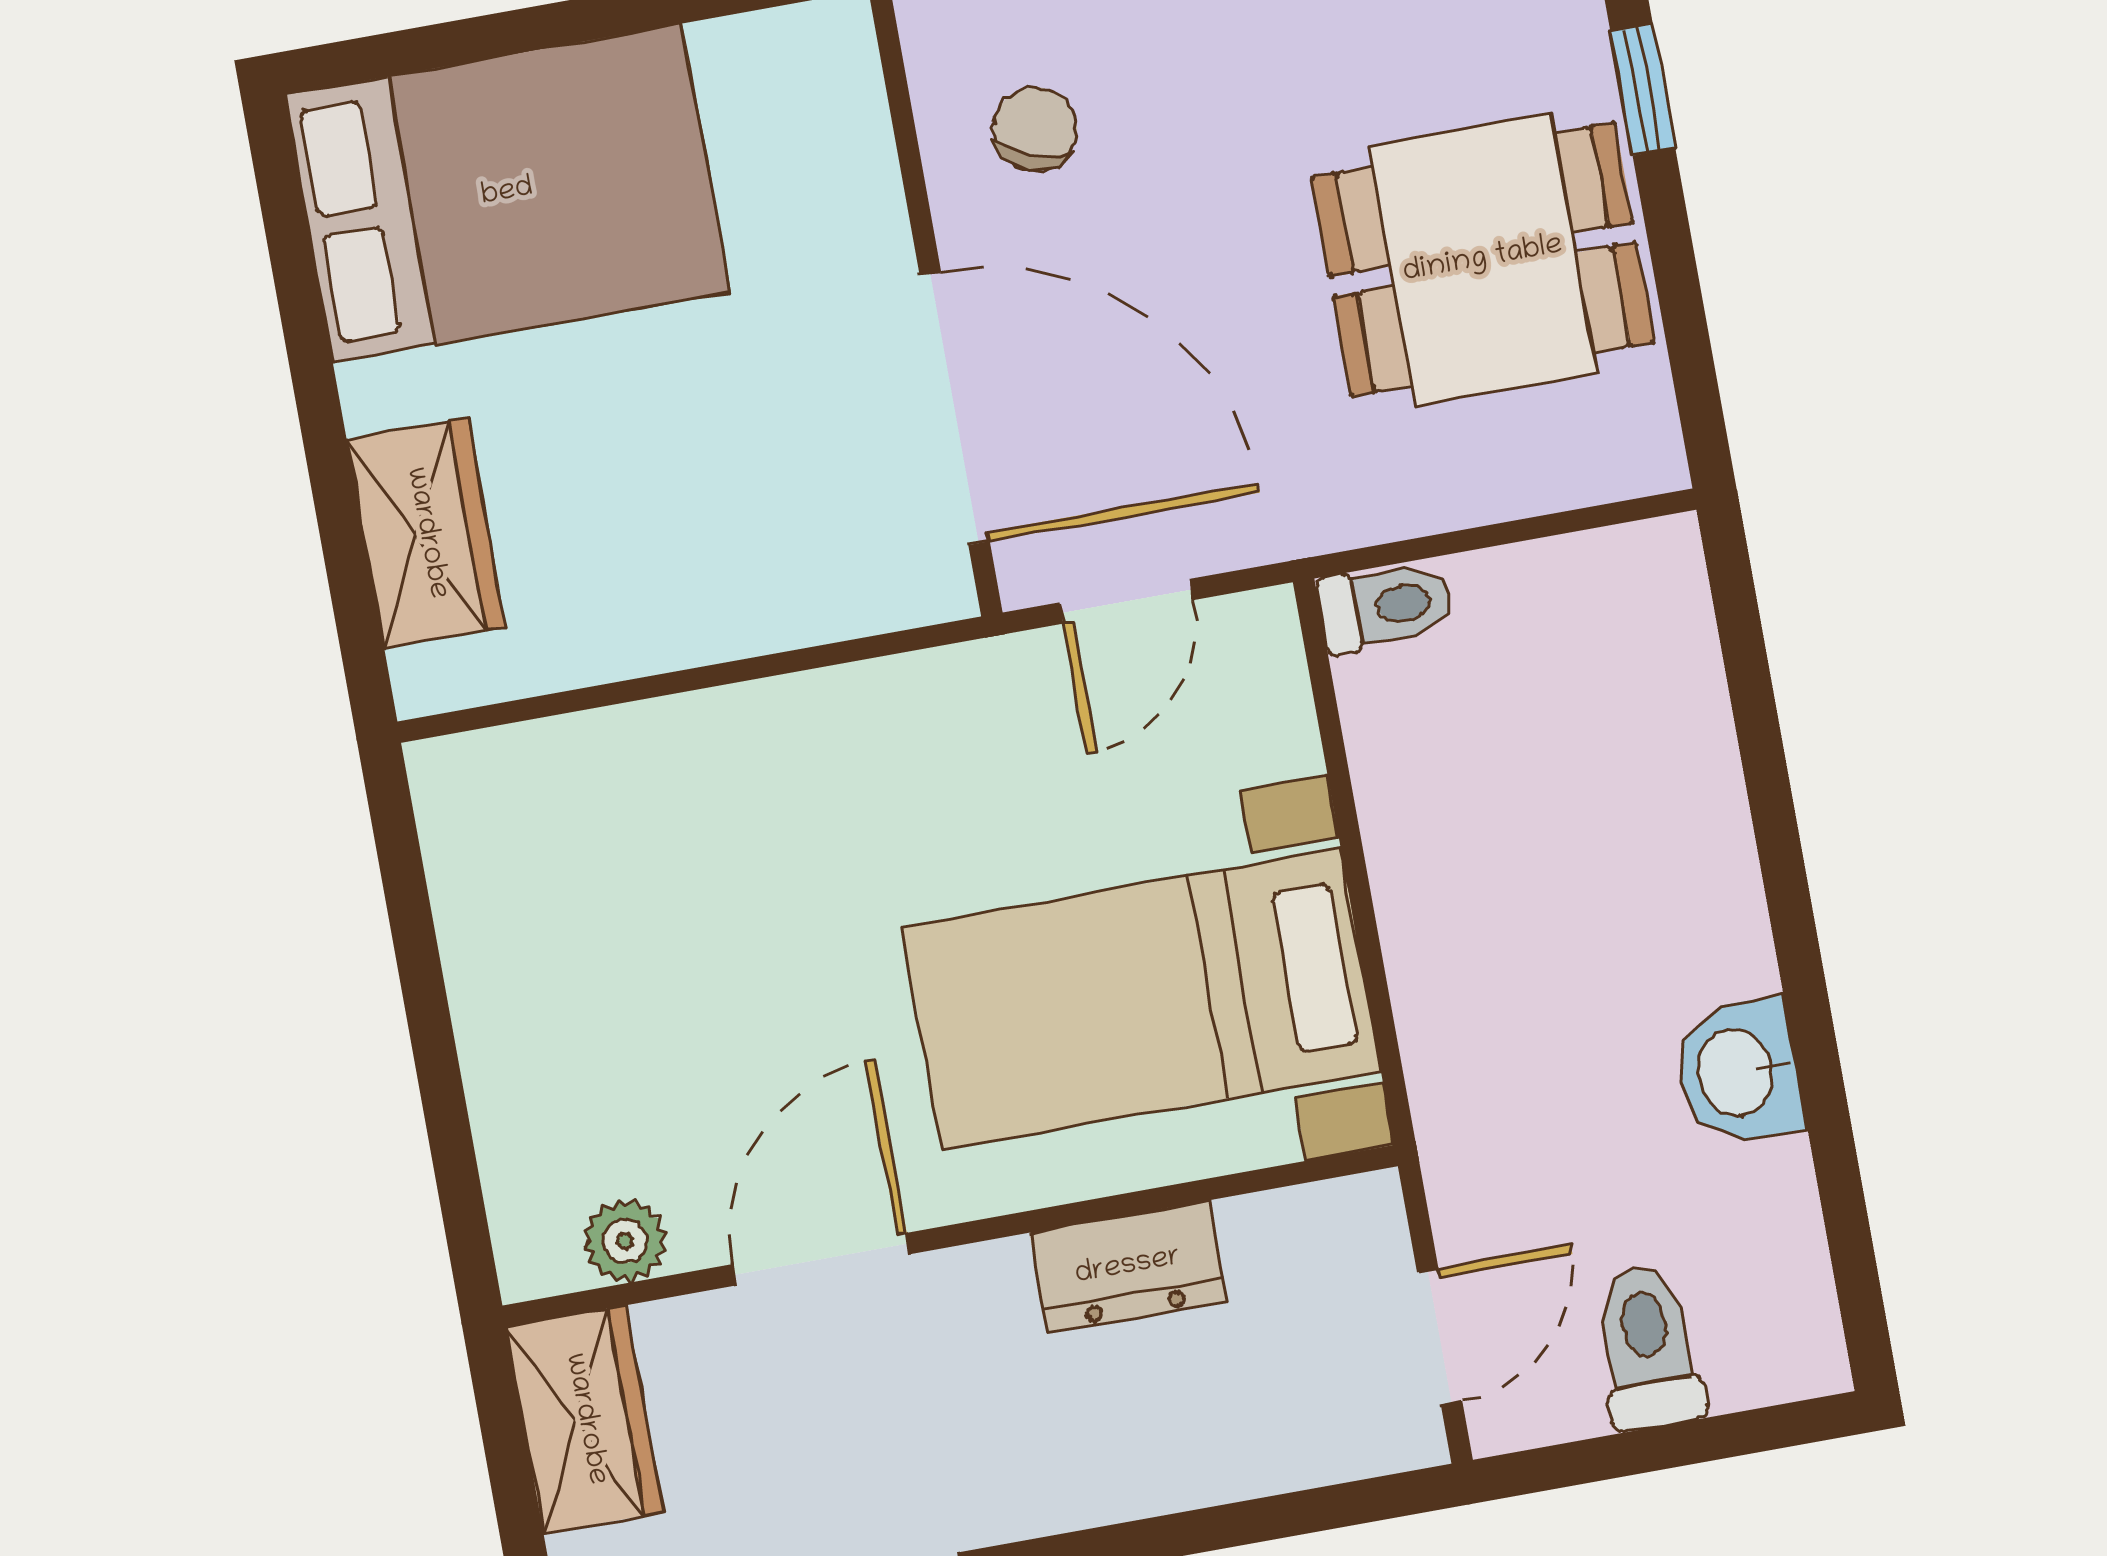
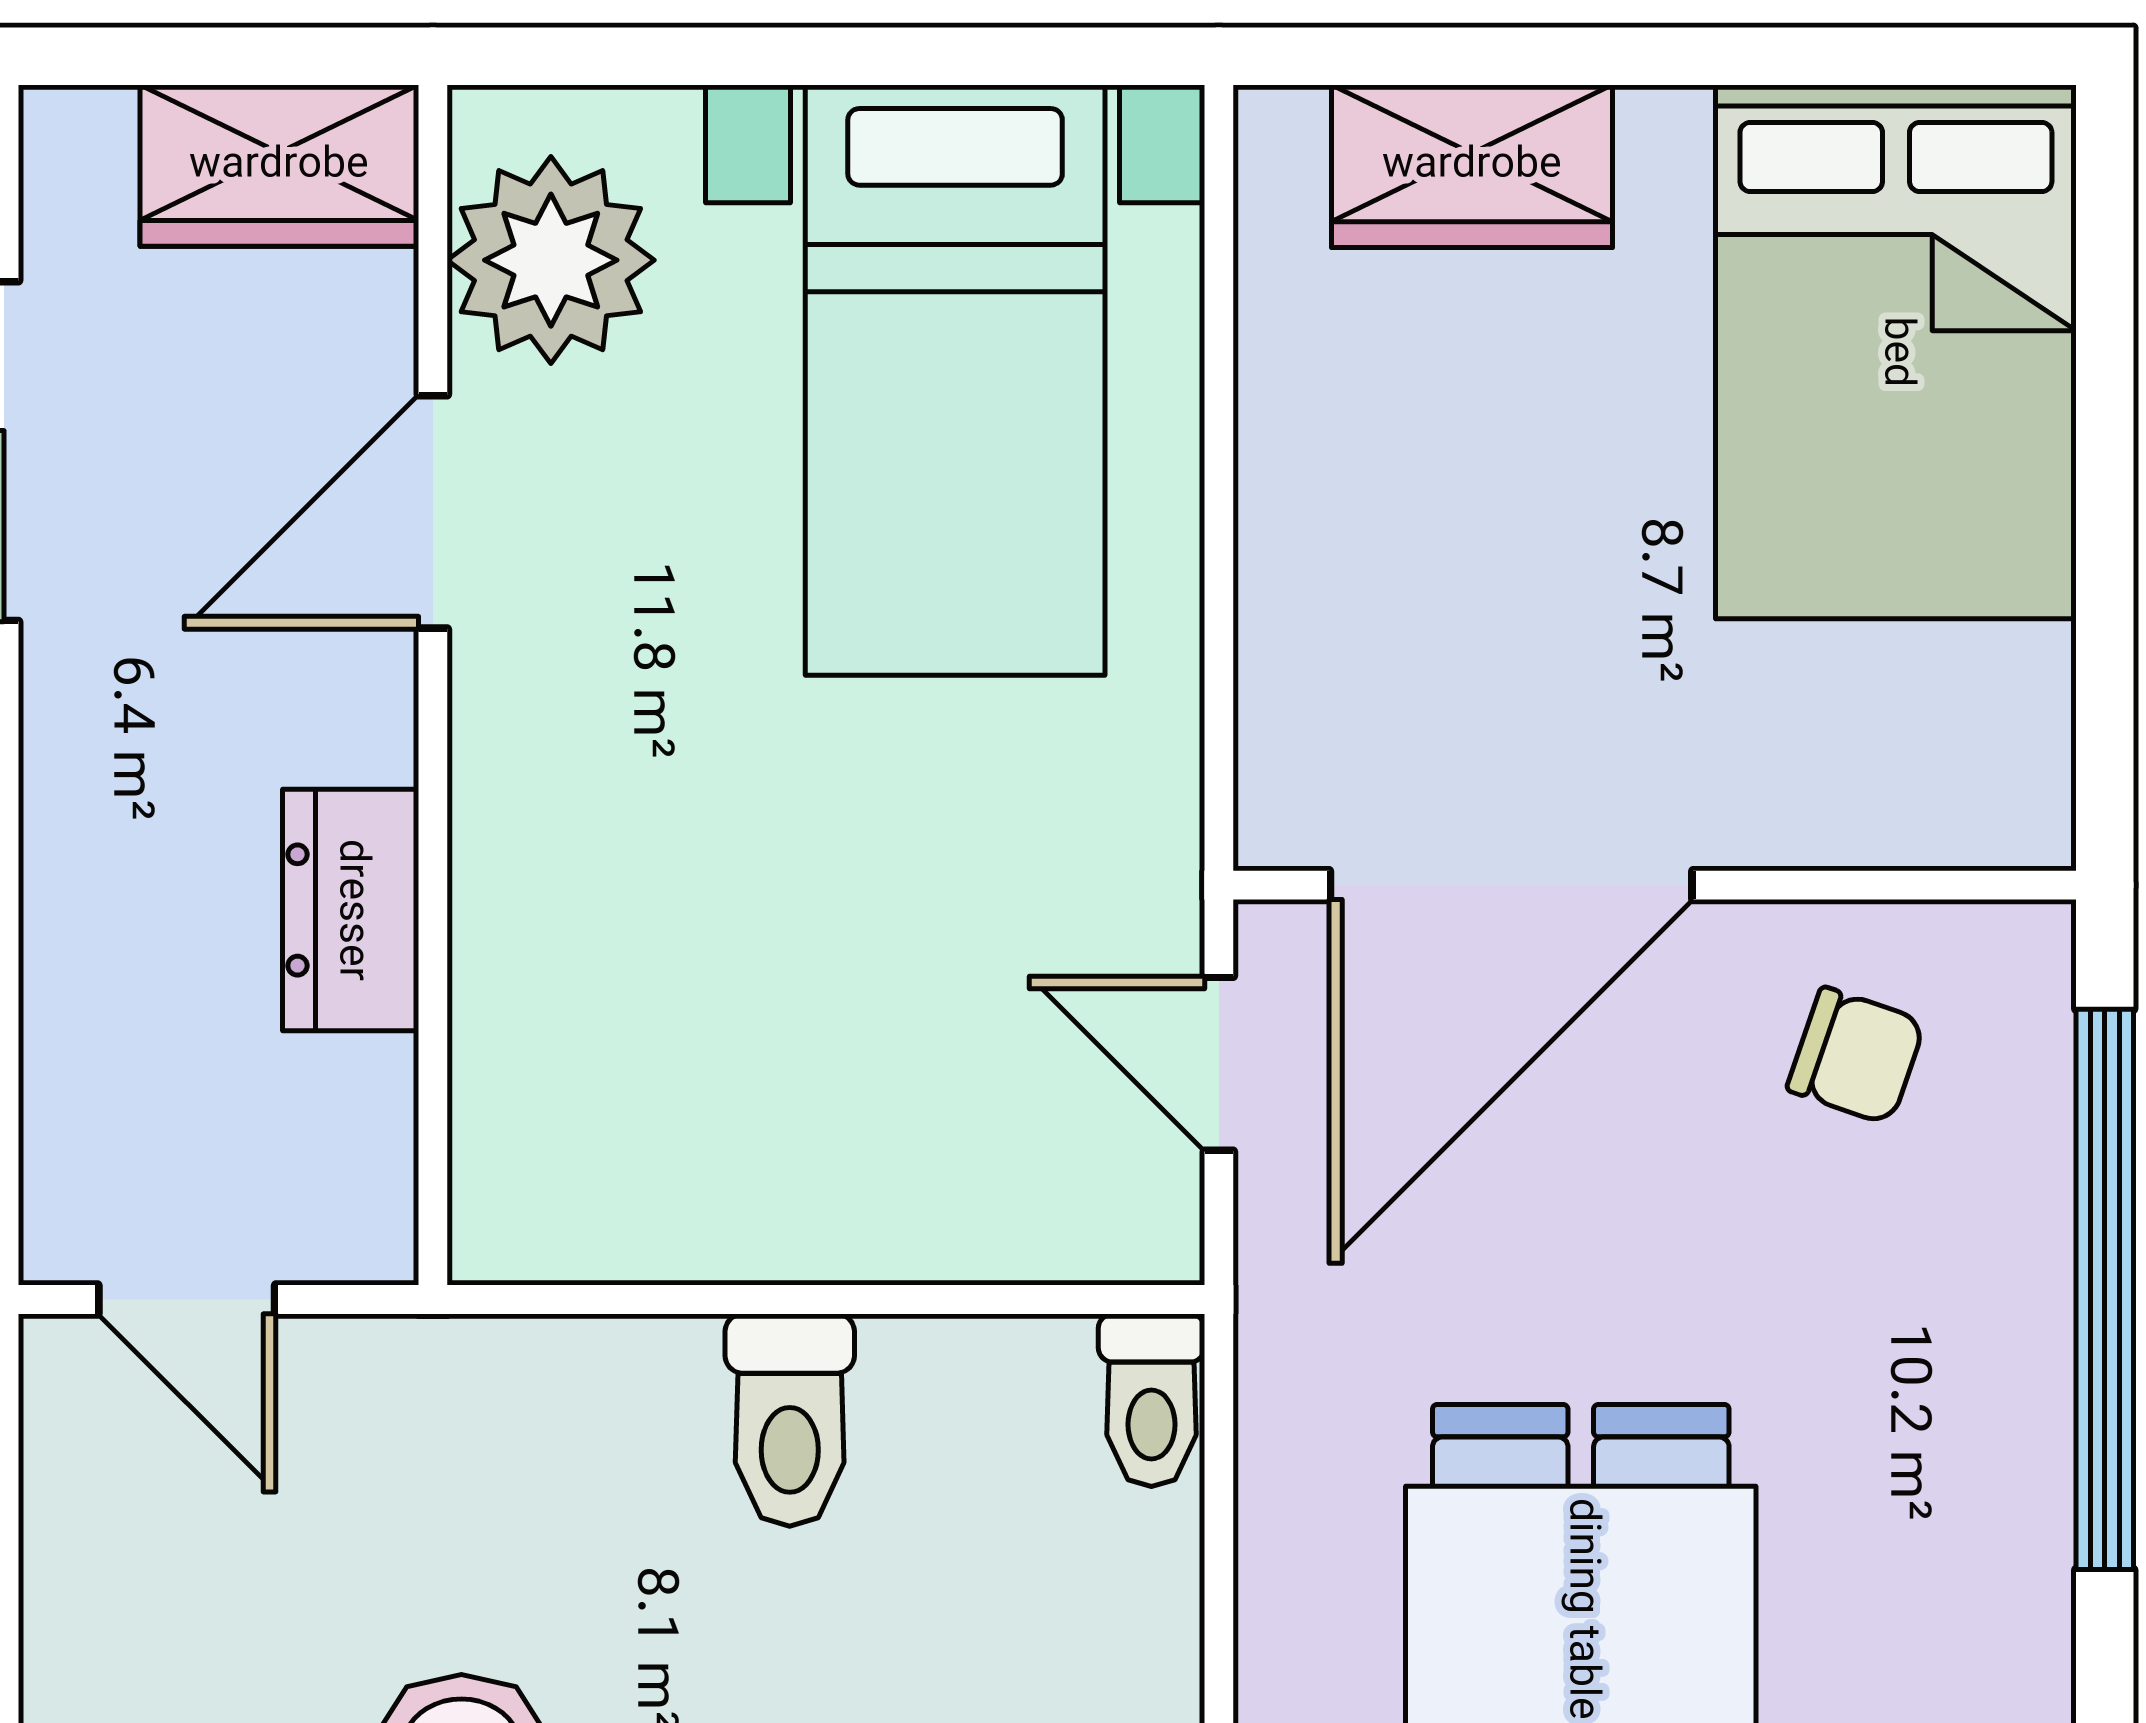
bed with nightstands: (1141, 999) -> (955, 380), moved, turned 180
plant: (625, 1241) -> (551, 260), width x1.88, depth x1.88
door: (821, 1259) -> (433, 512), swing flipped
toilet: (1648, 1347) -> (790, 1420), moved, turned 90

